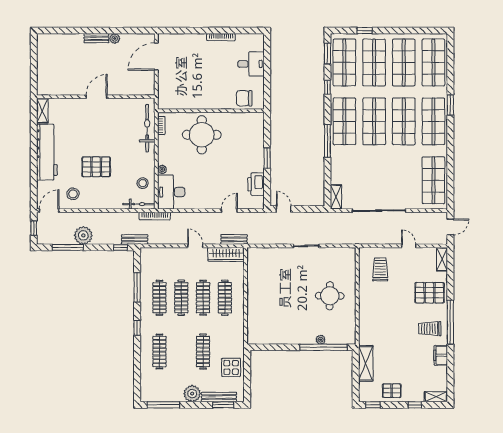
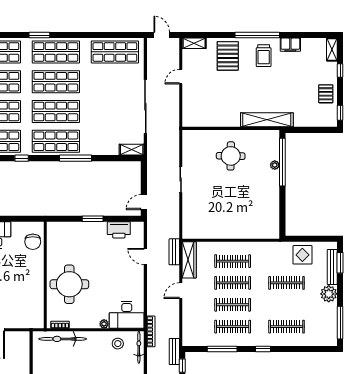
trolley: (380, 269) -> (204, 105), removed
shelving: (366, 363) -> (267, 120), moved, width x1.47

